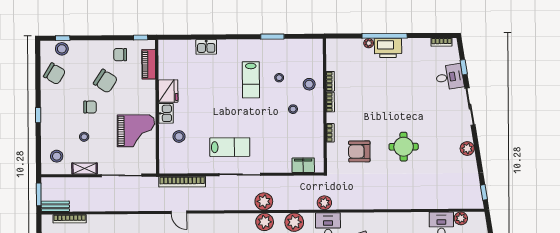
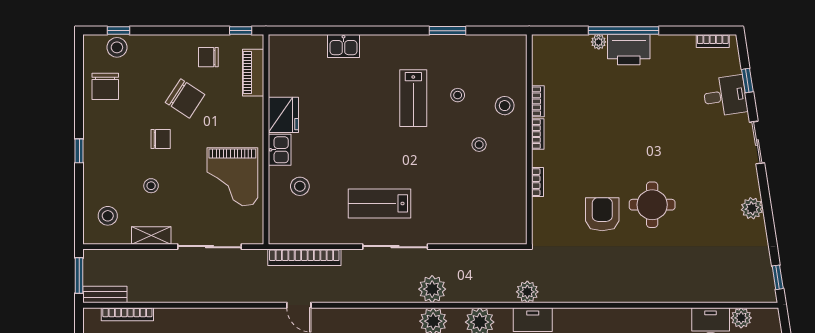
chair: (54, 74) -> (105, 86), turned 59
sliding door: (470, 107) -> (757, 143), width x0.73
grand piano: (136, 131) -> (232, 177), turned 90
lab bench: (230, 147) -> (379, 203), turned 180
armchair: (359, 151) -> (602, 214), moved, turned 90
filing cabinet: (303, 165) -> (494, 233), removed

